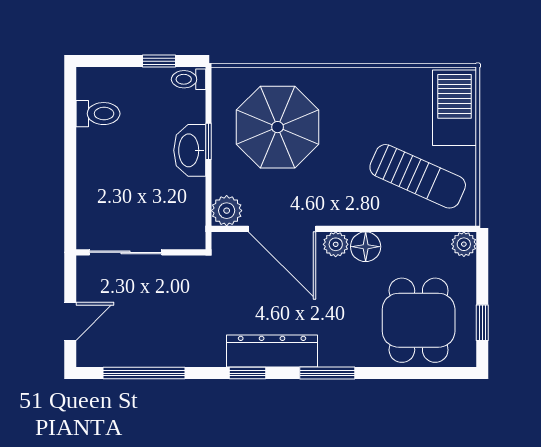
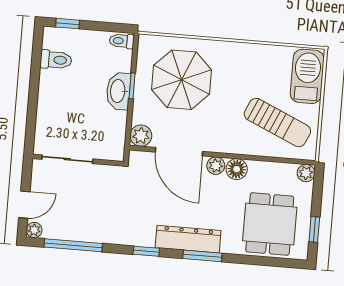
window: (159, 61) -> (68, 24), moved
dresser: (272, 351) -> (188, 239), moved
plant: (87, 356) -> (34, 230), added

